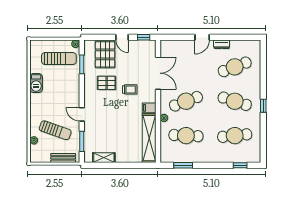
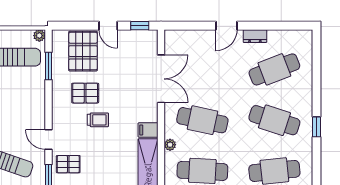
trolley: (130, 89) -> (98, 120), moved
cafe table: (186, 101) -> (202, 120), turned 33
pallet: (95, 131) -> (68, 164), added

